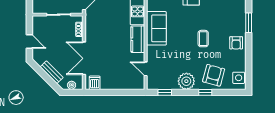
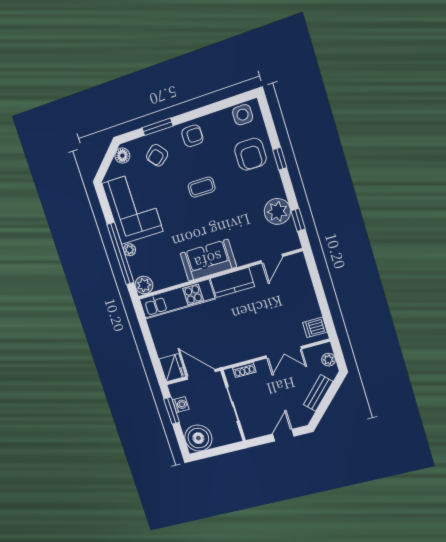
armchair: (231, 17) -> (157, 155), added
double door: (84, 58) -> (284, 352), width x0.73
armchair: (214, 75) -> (250, 154), turned -105
plant: (186, 81) -> (277, 211), moved

